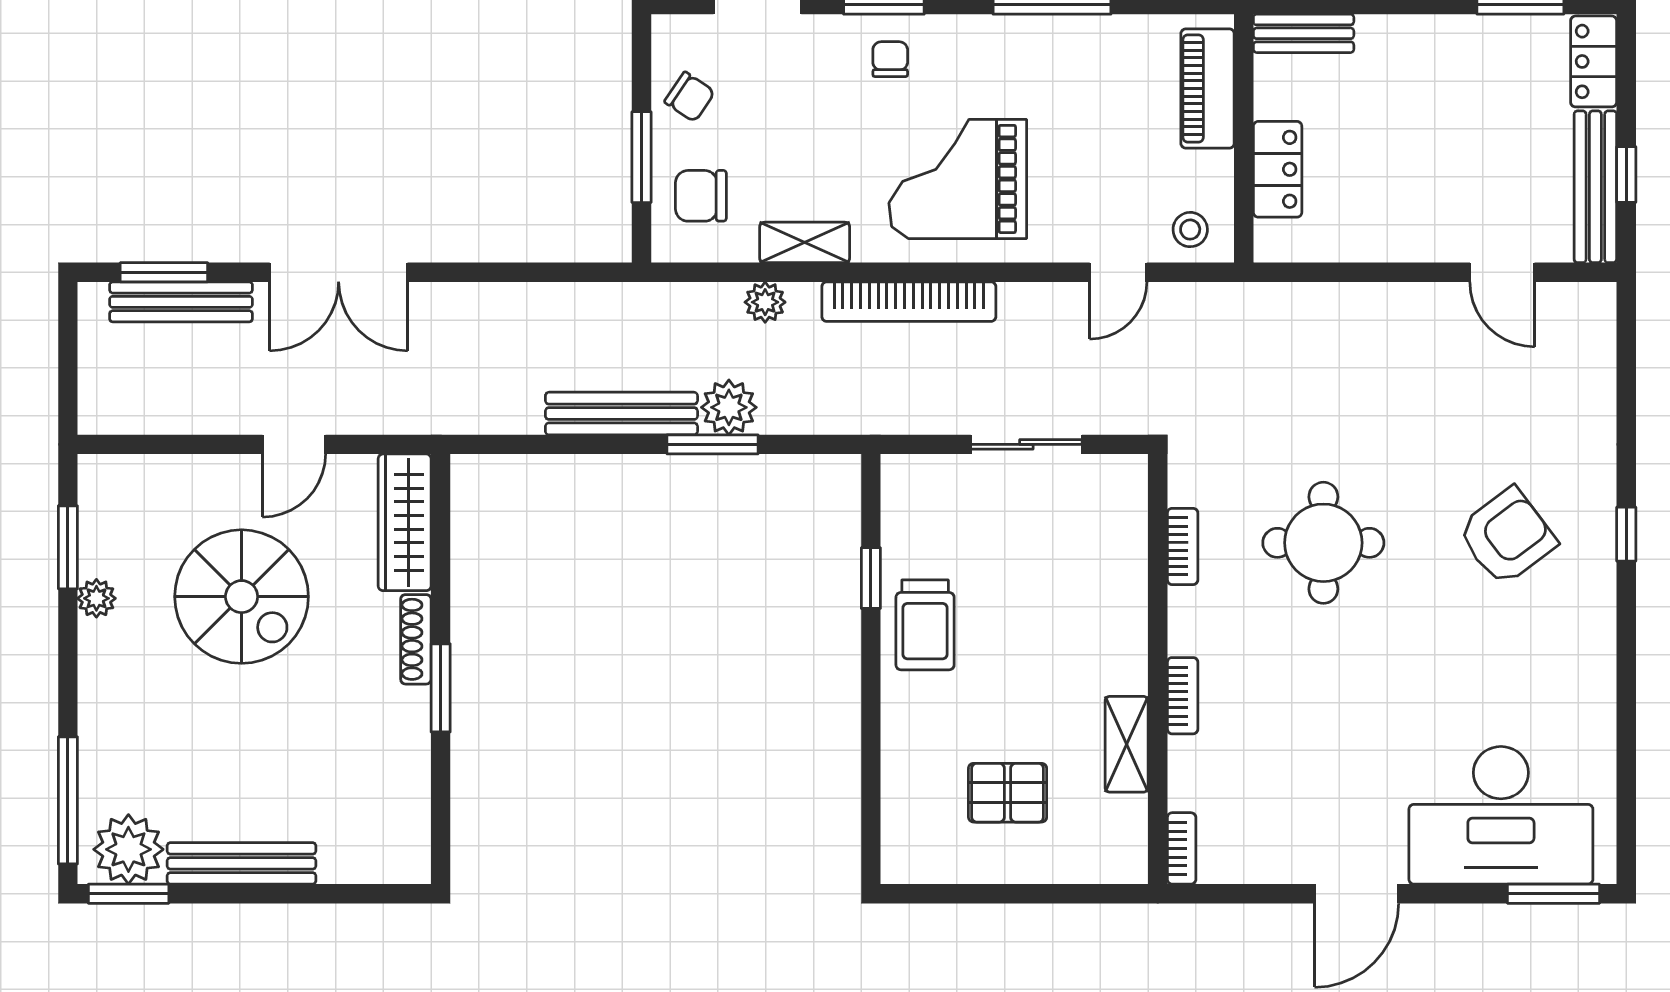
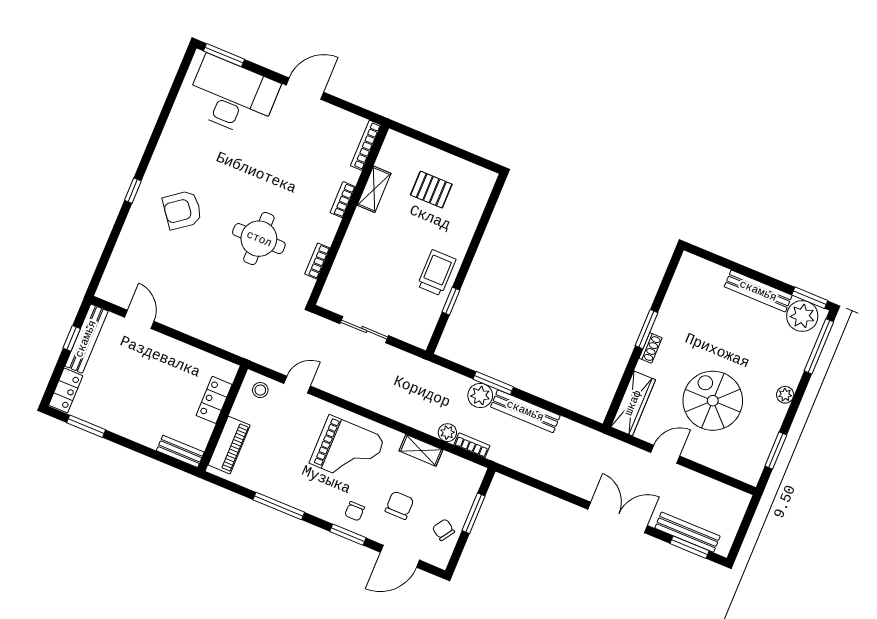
chair: (701, 196) -> (399, 505), moved, turned -90
bookcase: (909, 302) -> (472, 445), moved, width x0.43, depth x0.76
plant: (96, 598) -> (785, 395), moved
shoe rack: (416, 639) -> (651, 348), width x0.70
bookcase: (1182, 848) -> (366, 145), width x1.56

